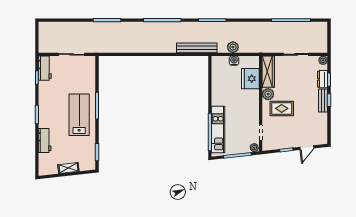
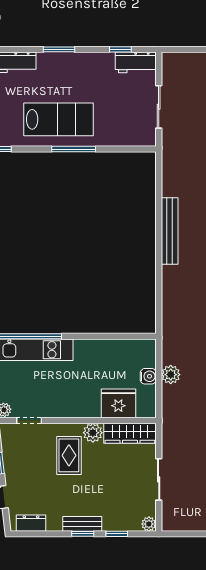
bench: (197, 48) -> (170, 231), moved
dresser: (323, 79) -> (31, 523), moved

